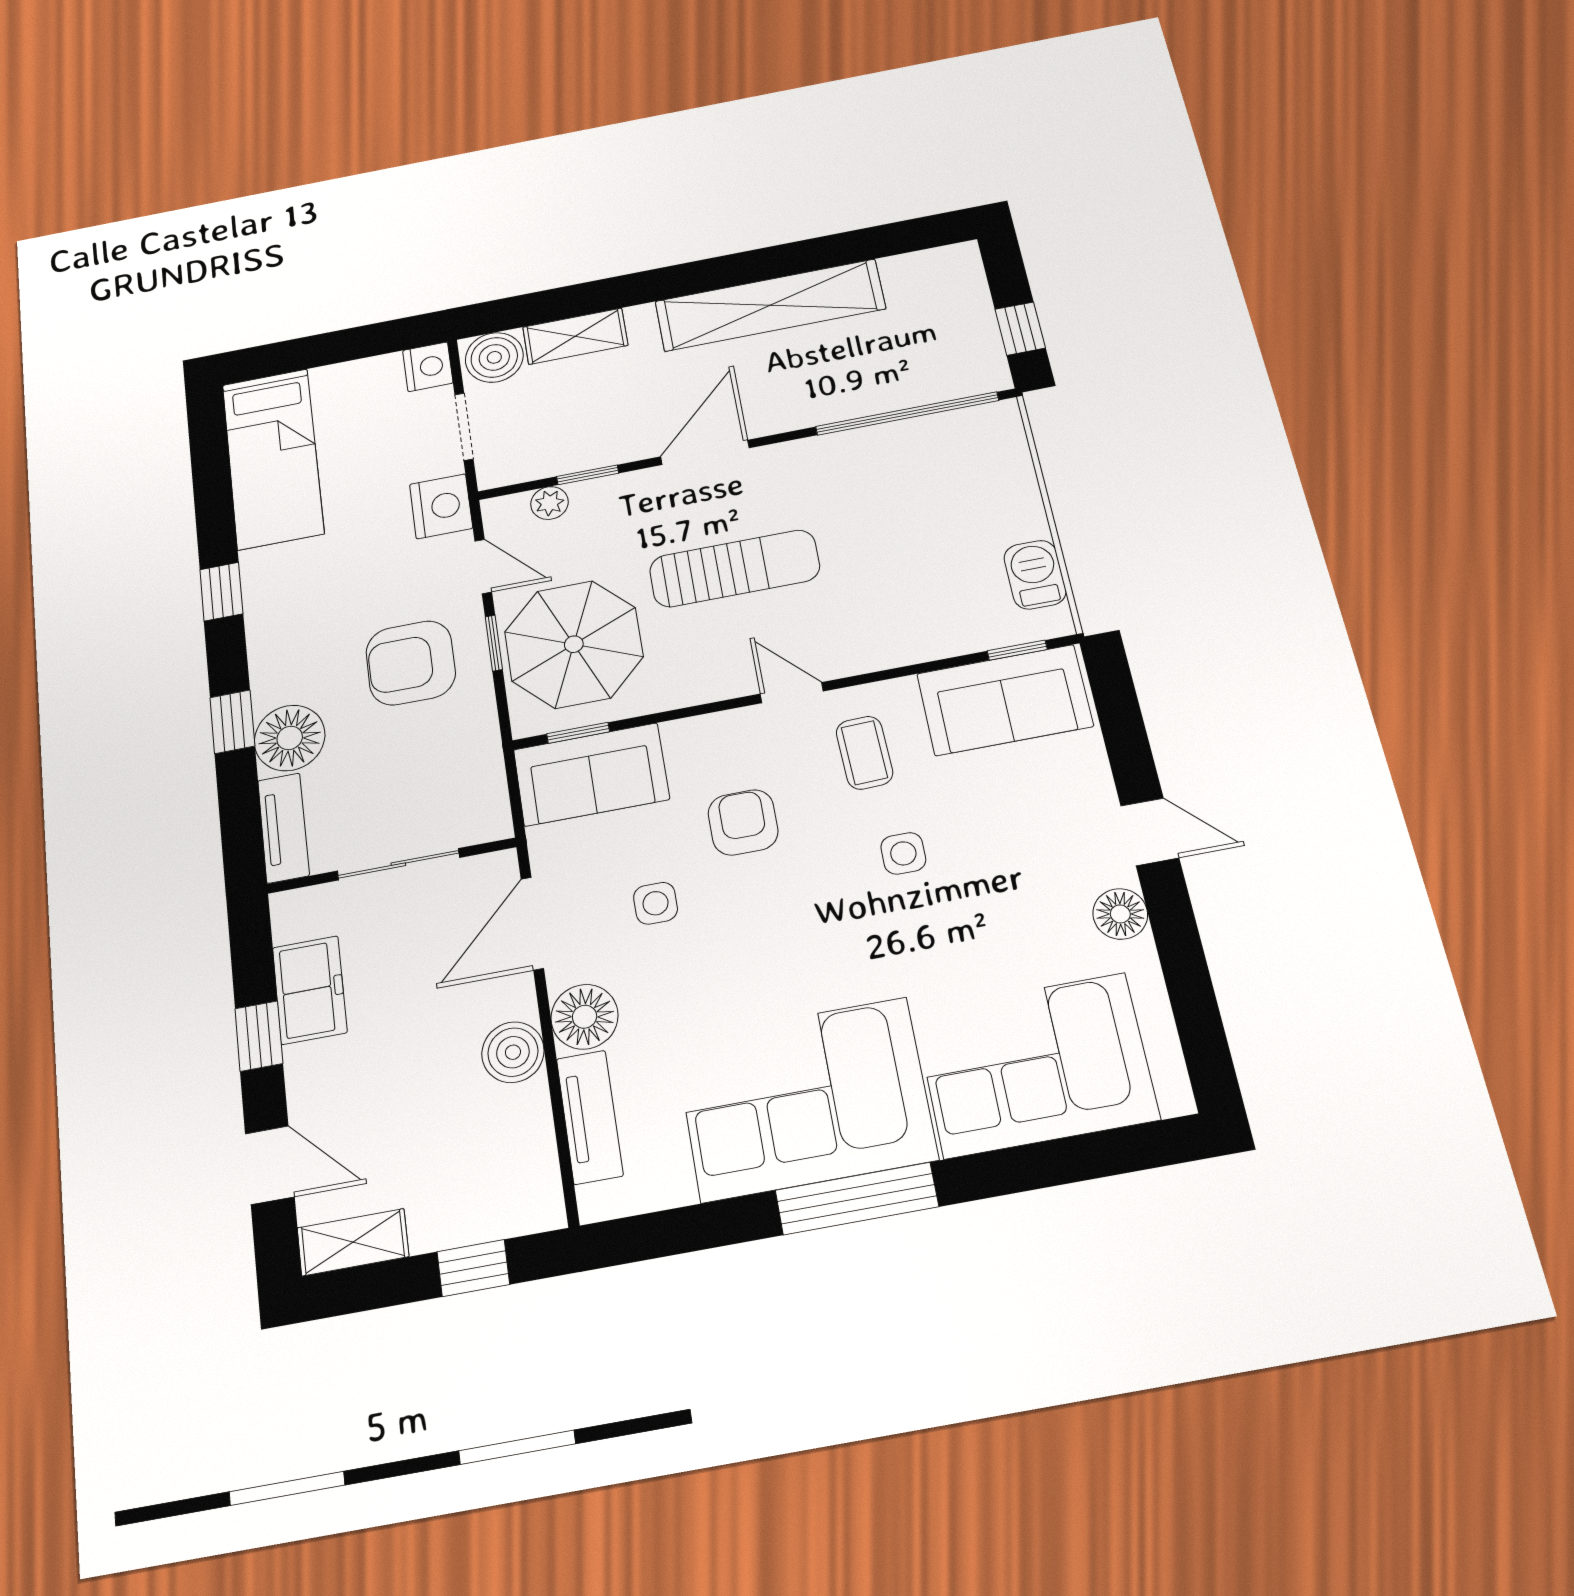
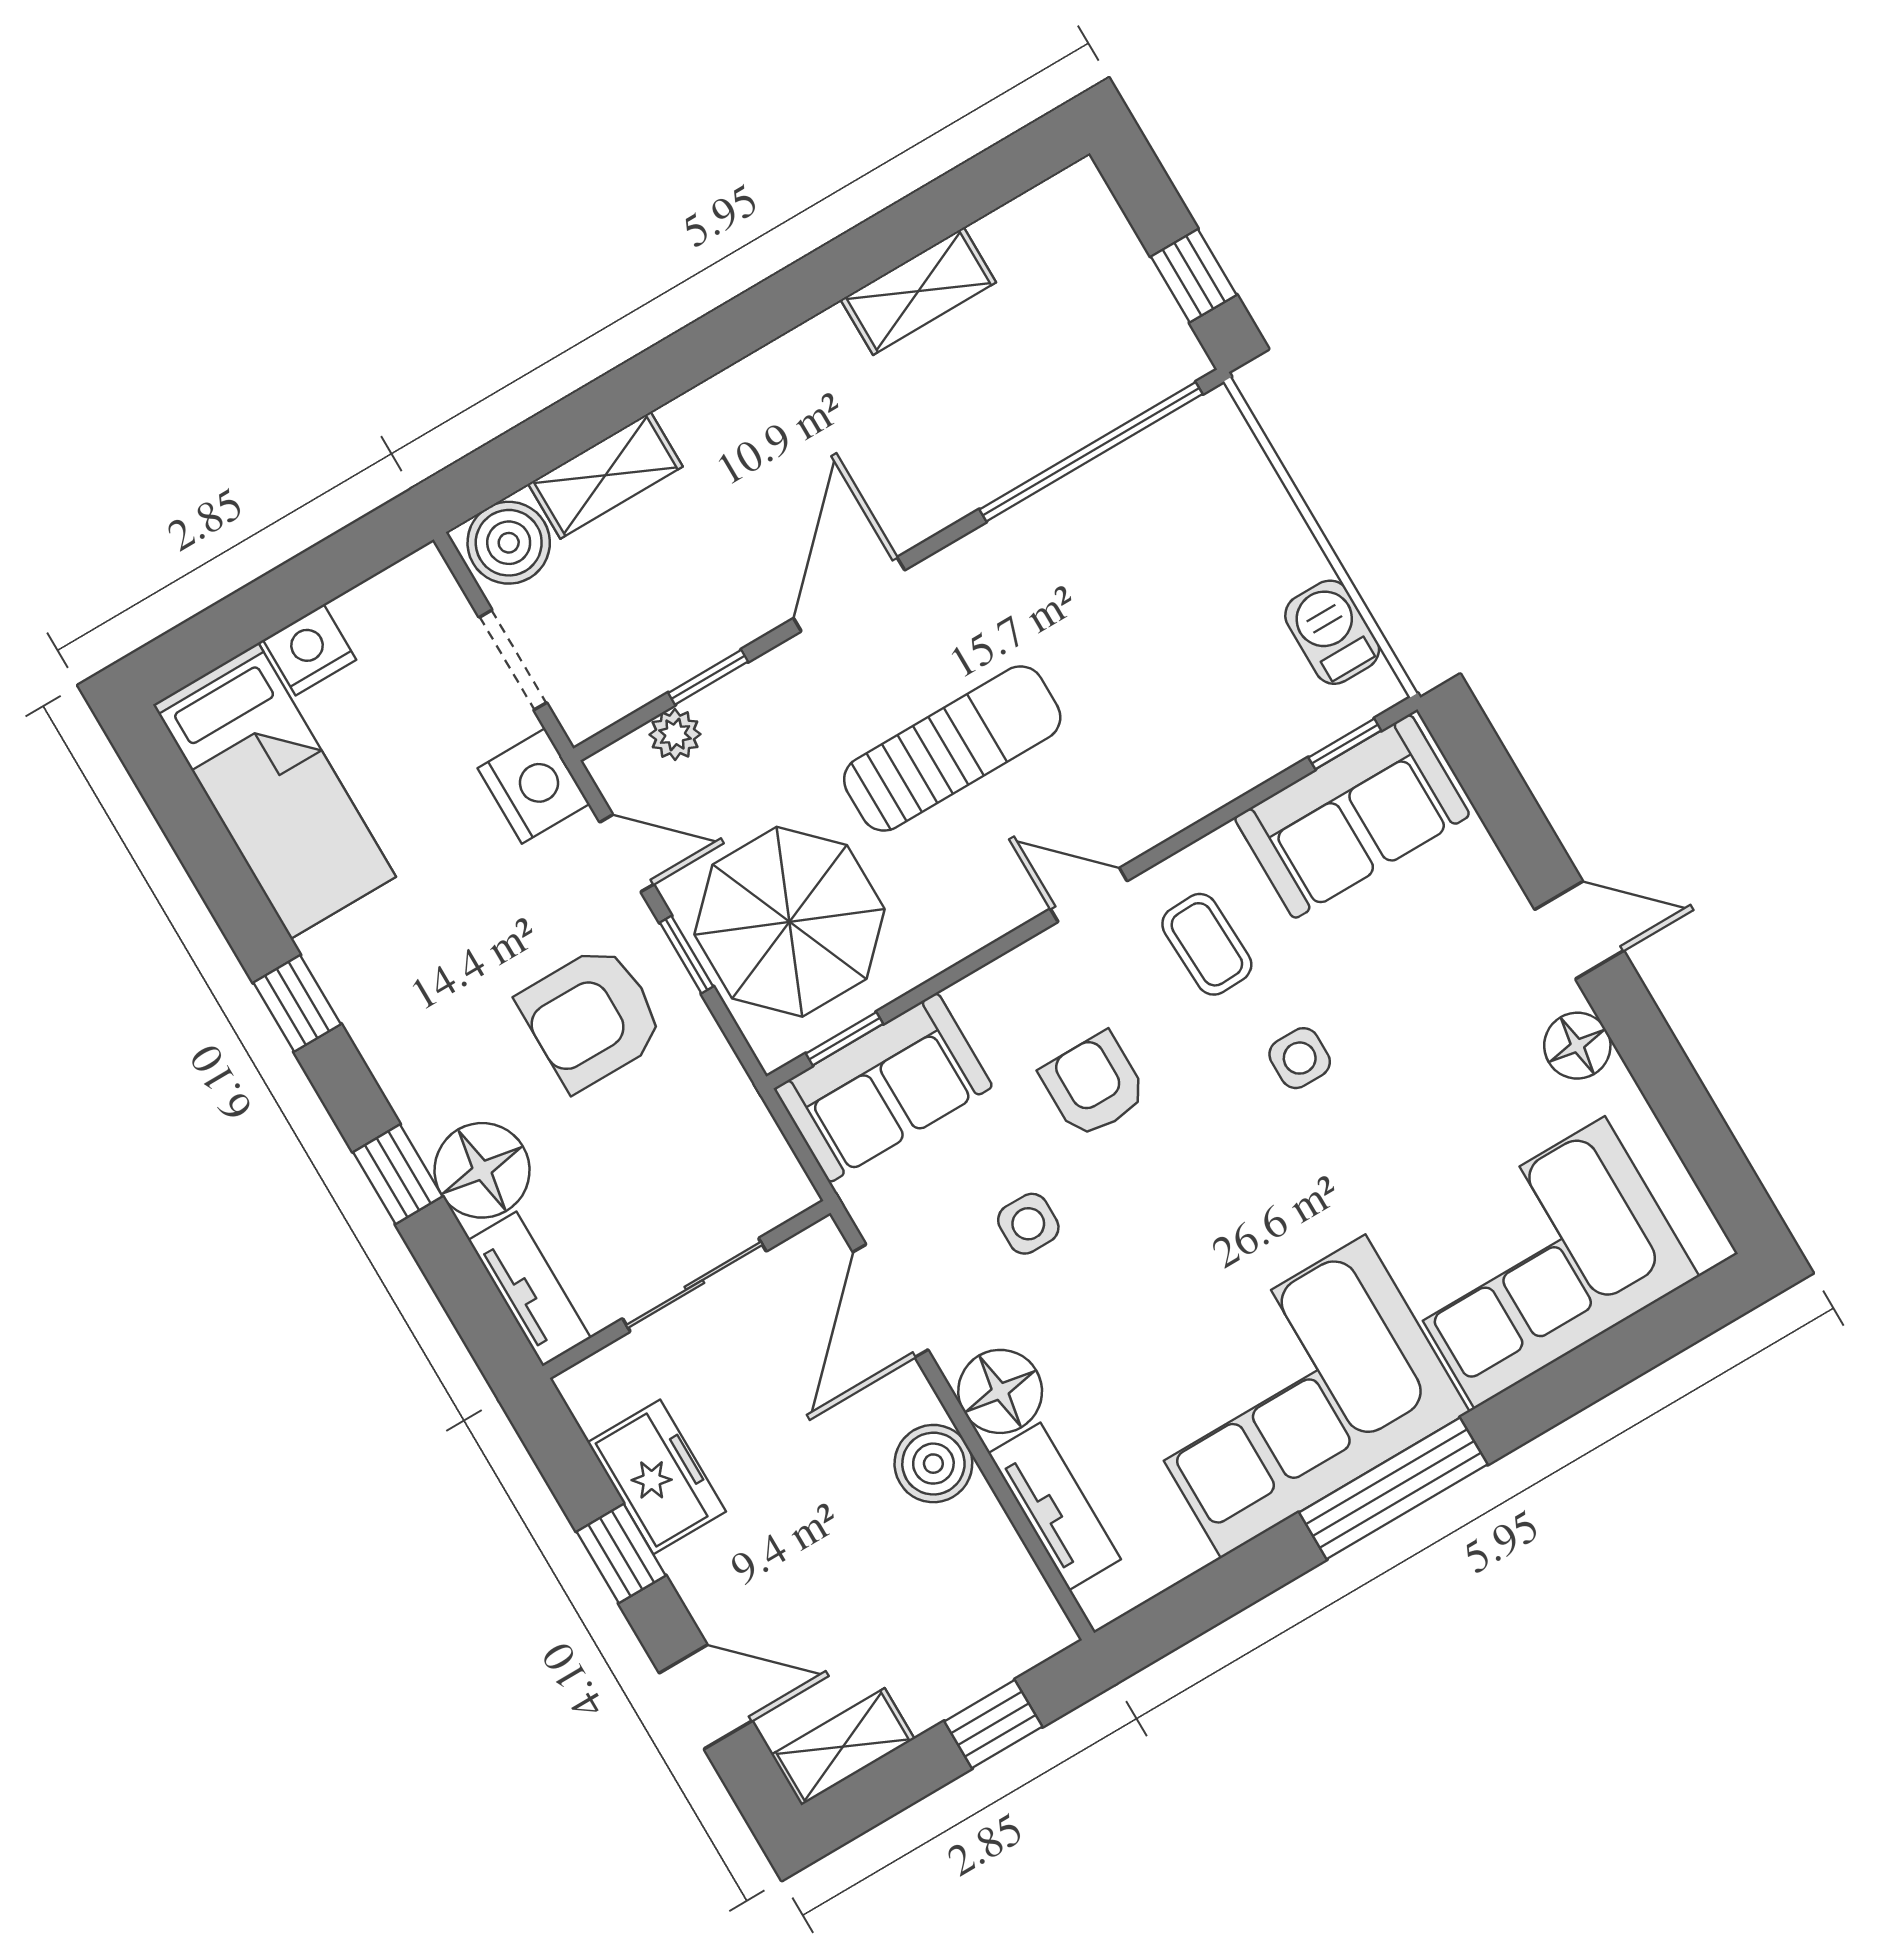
shelving: (770, 305) -> (918, 291), width x0.45, depth x0.75
nightstand: (428, 367) -> (310, 650), moved, turned -90

